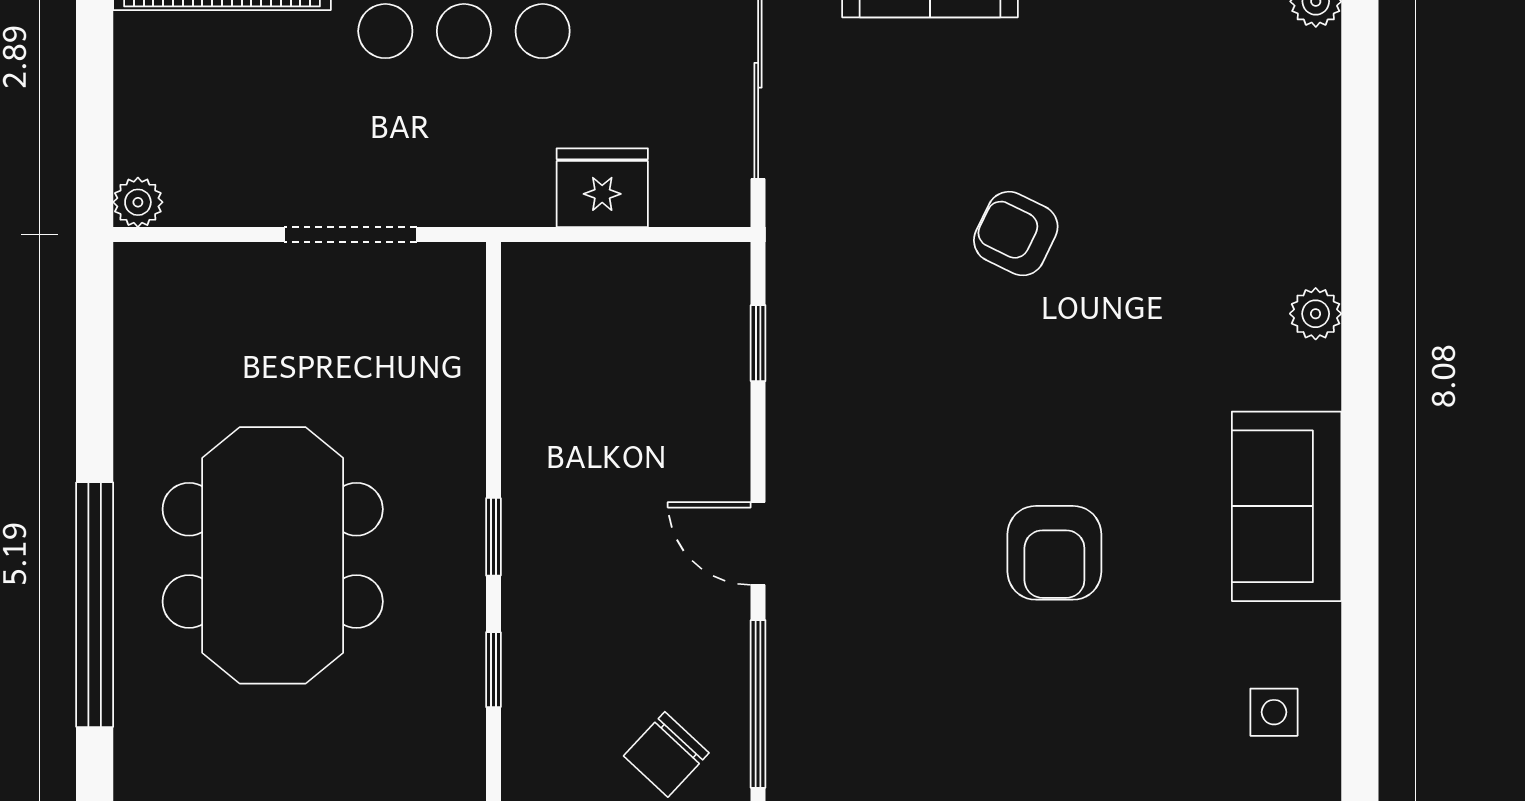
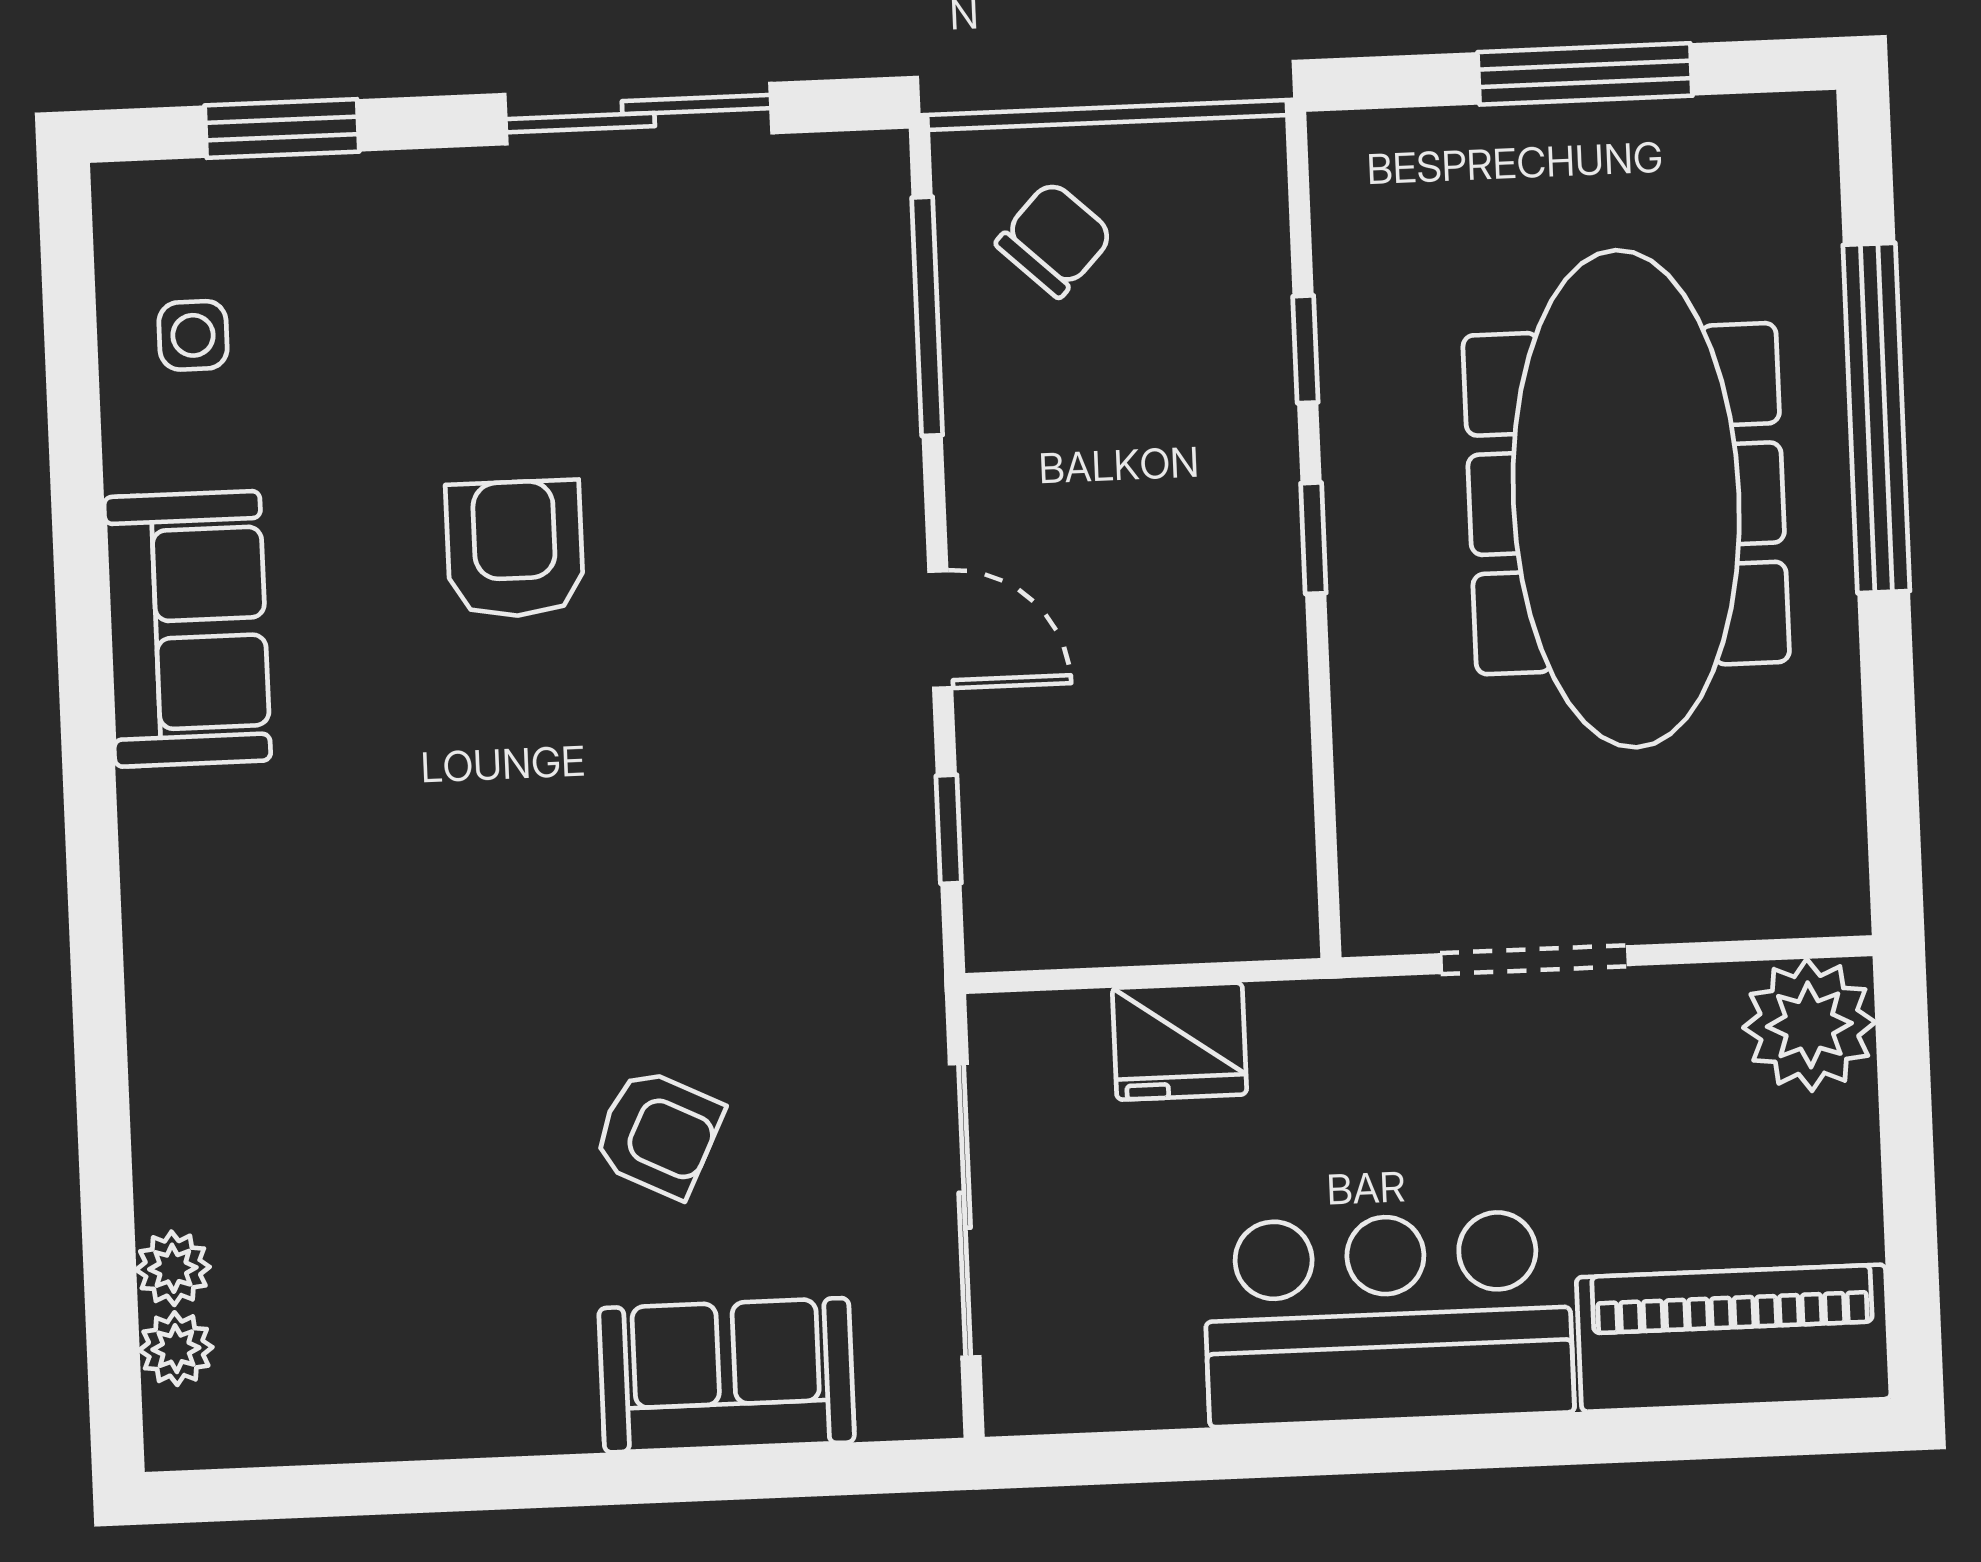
plant: (138, 202) -> (1809, 1025), width x1.88, depth x1.88
armchair: (1016, 234) -> (658, 1133), moved
plant: (1316, 314) -> (173, 1268), moved
door: (758, 544) -> (940, 630), moved
meeting table: (273, 555) -> (1626, 499), width x1.36

